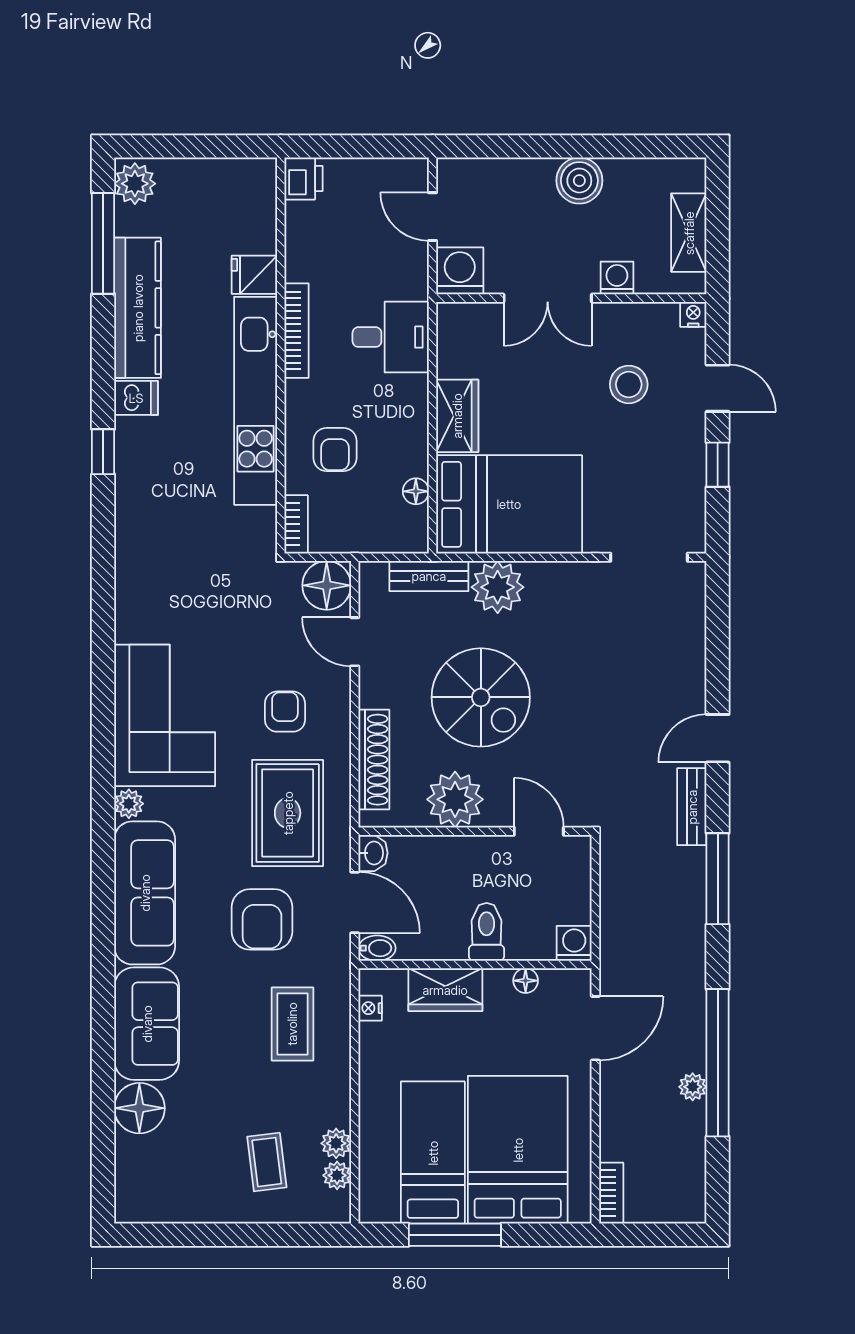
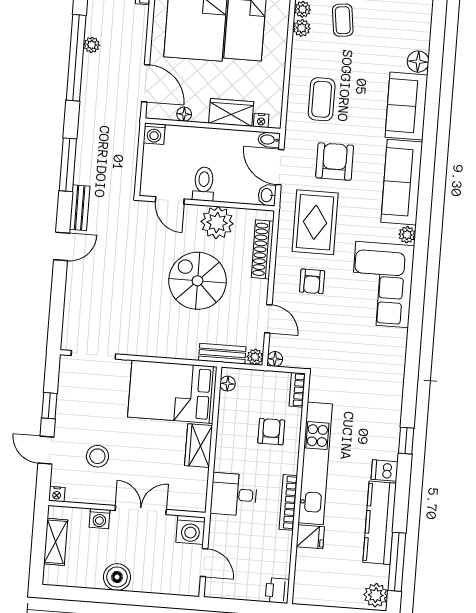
floor lamp: (416, 491) -> (228, 384), moved
floor lamp: (327, 585) -> (275, 359), width x0.53, depth x0.53
plant: (498, 587) -> (255, 357), moved, width x0.53, depth x0.53
toilet: (487, 932) -> (204, 184), moved, turned 180
nightstand: (370, 1008) -> (261, 120), moved, turned 90
door: (595, 1028) -> (146, 83), swing flipped
floor lamp: (139, 1108) -> (418, 62), width x0.73, depth x0.73

